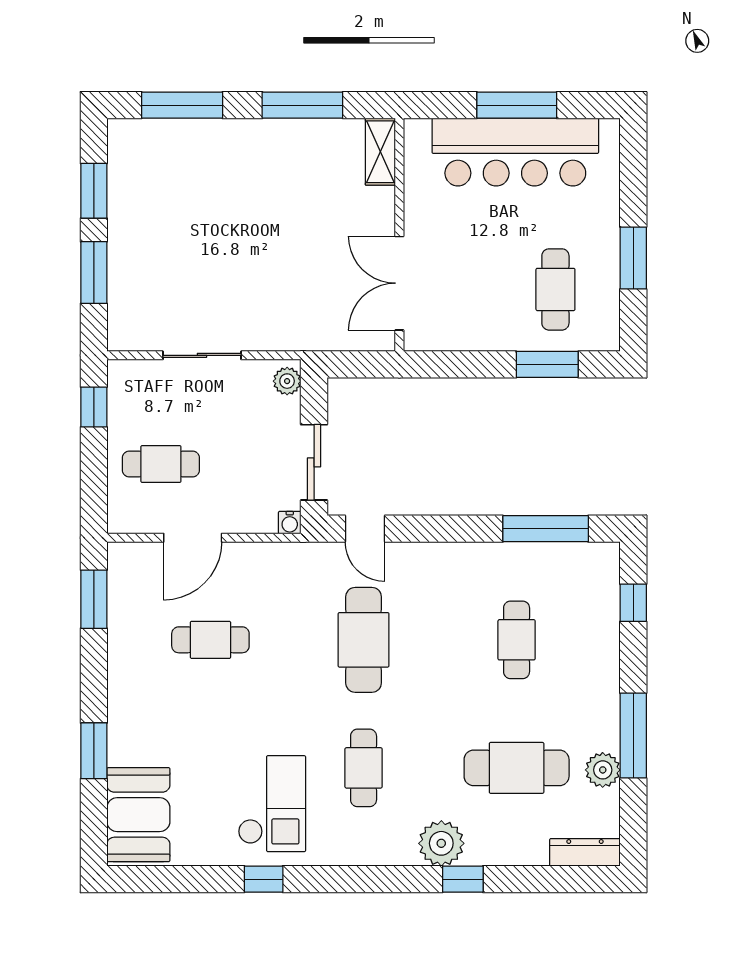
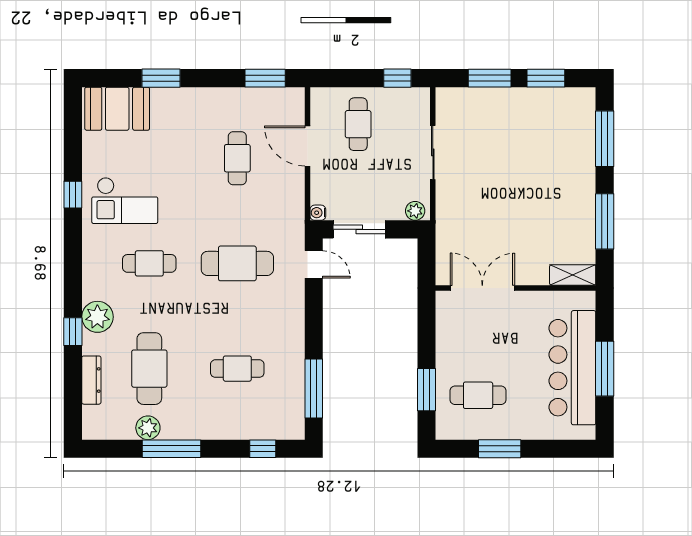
door: (365, 529) -> (314, 264), swing flipped
dresser: (585, 852) -> (91, 380), moved

